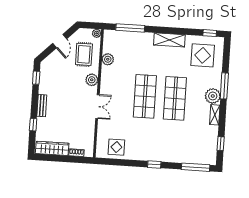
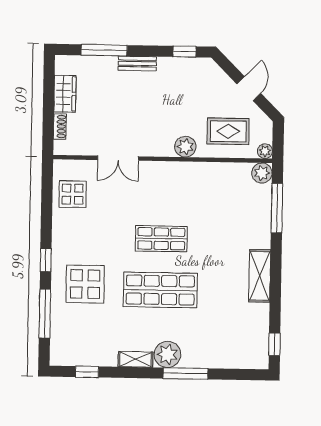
door: (60, 41) -> (249, 89), swing flipped
display table: (203, 55) -> (85, 284), moved
plant: (108, 59) -> (262, 173), moved
shop shelf: (145, 96) -> (161, 239), width x0.70, depth x0.74
double door: (97, 107) -> (118, 158), moved
window: (33, 125) -> (104, 50), width x2.17
wardrobe: (52, 148) -> (65, 94), width x0.67
window: (196, 167) -> (45, 314), moved

